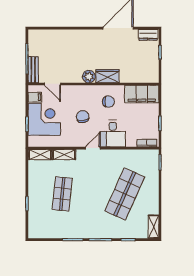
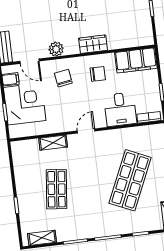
plant: (89, 77) -> (56, 49), moved
chair: (83, 117) -> (63, 78), moved
desk: (113, 133) -> (120, 109), moved
shelving: (40, 155) -> (42, 238), moved

